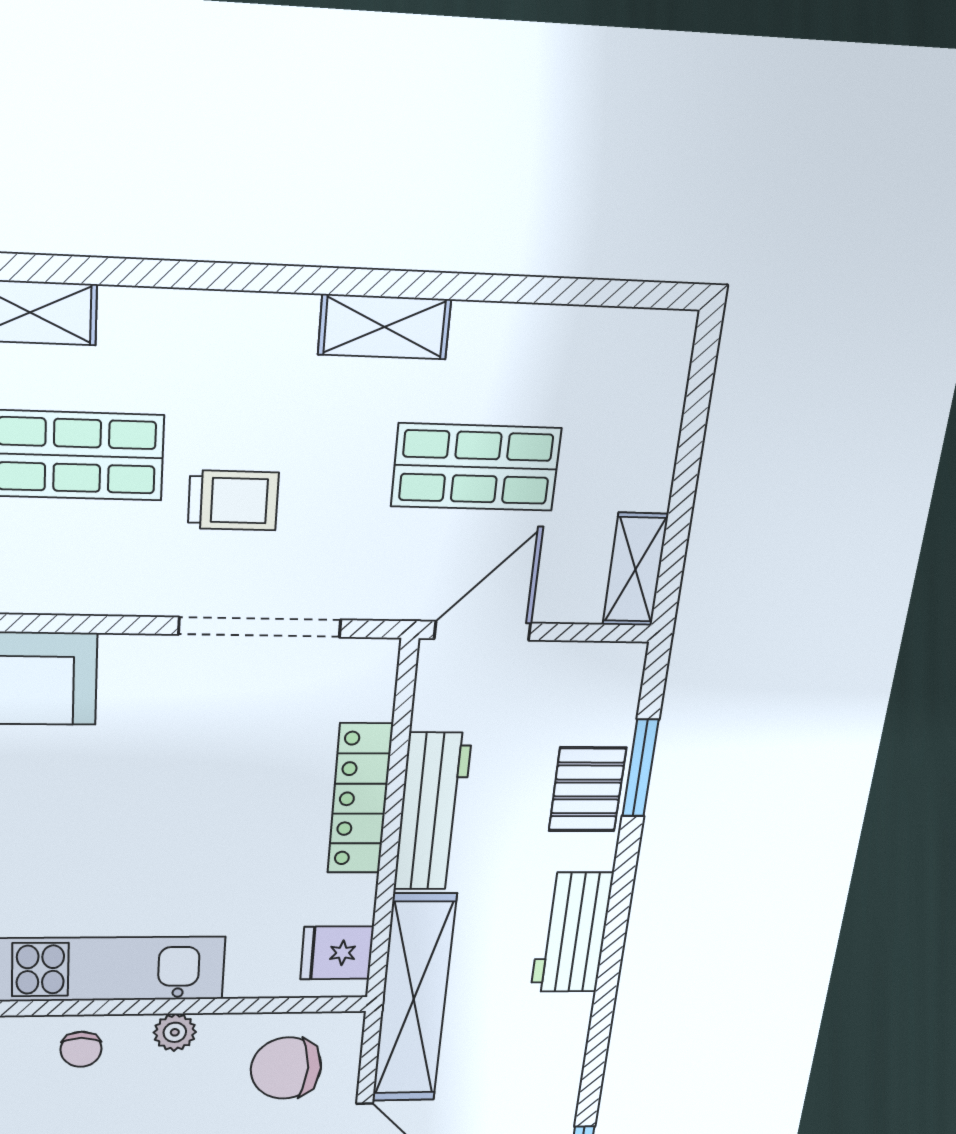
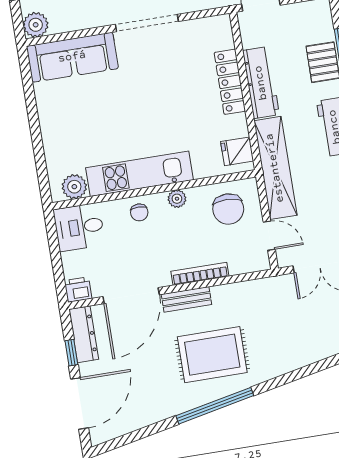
doorway: (260, 627) -> (147, 23), moved
chair: (286, 1068) -> (228, 209), turned -89

